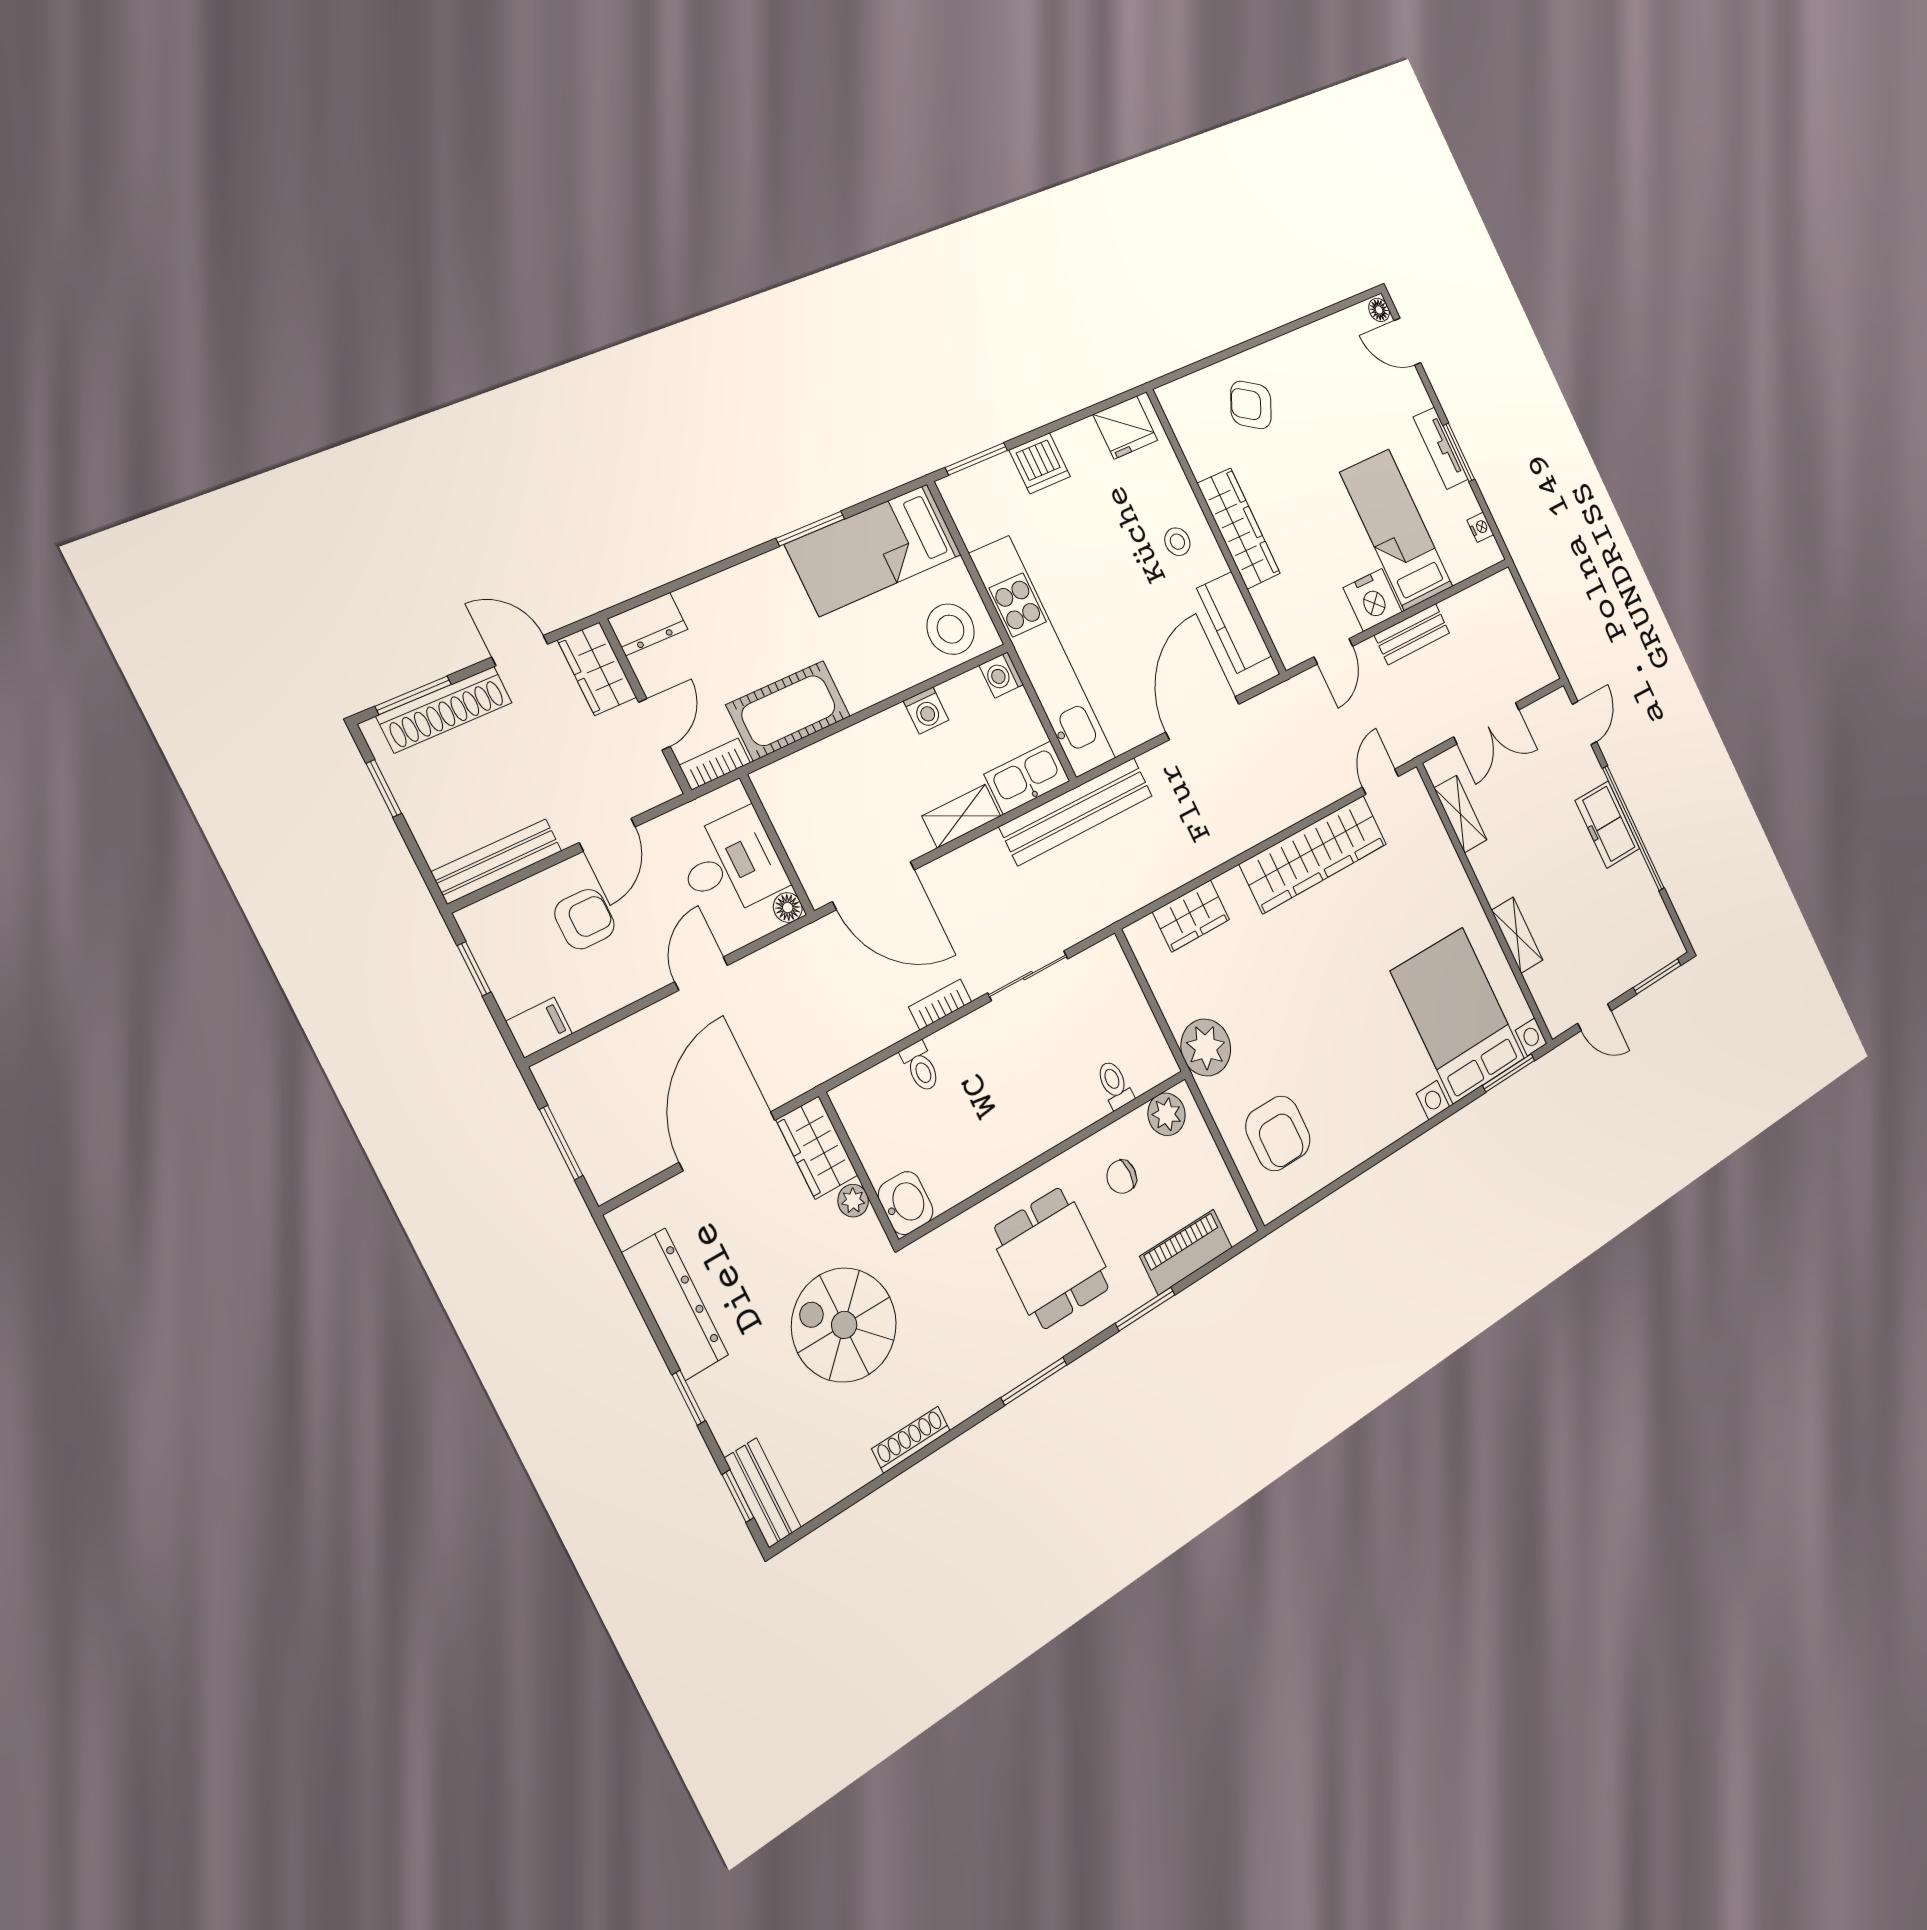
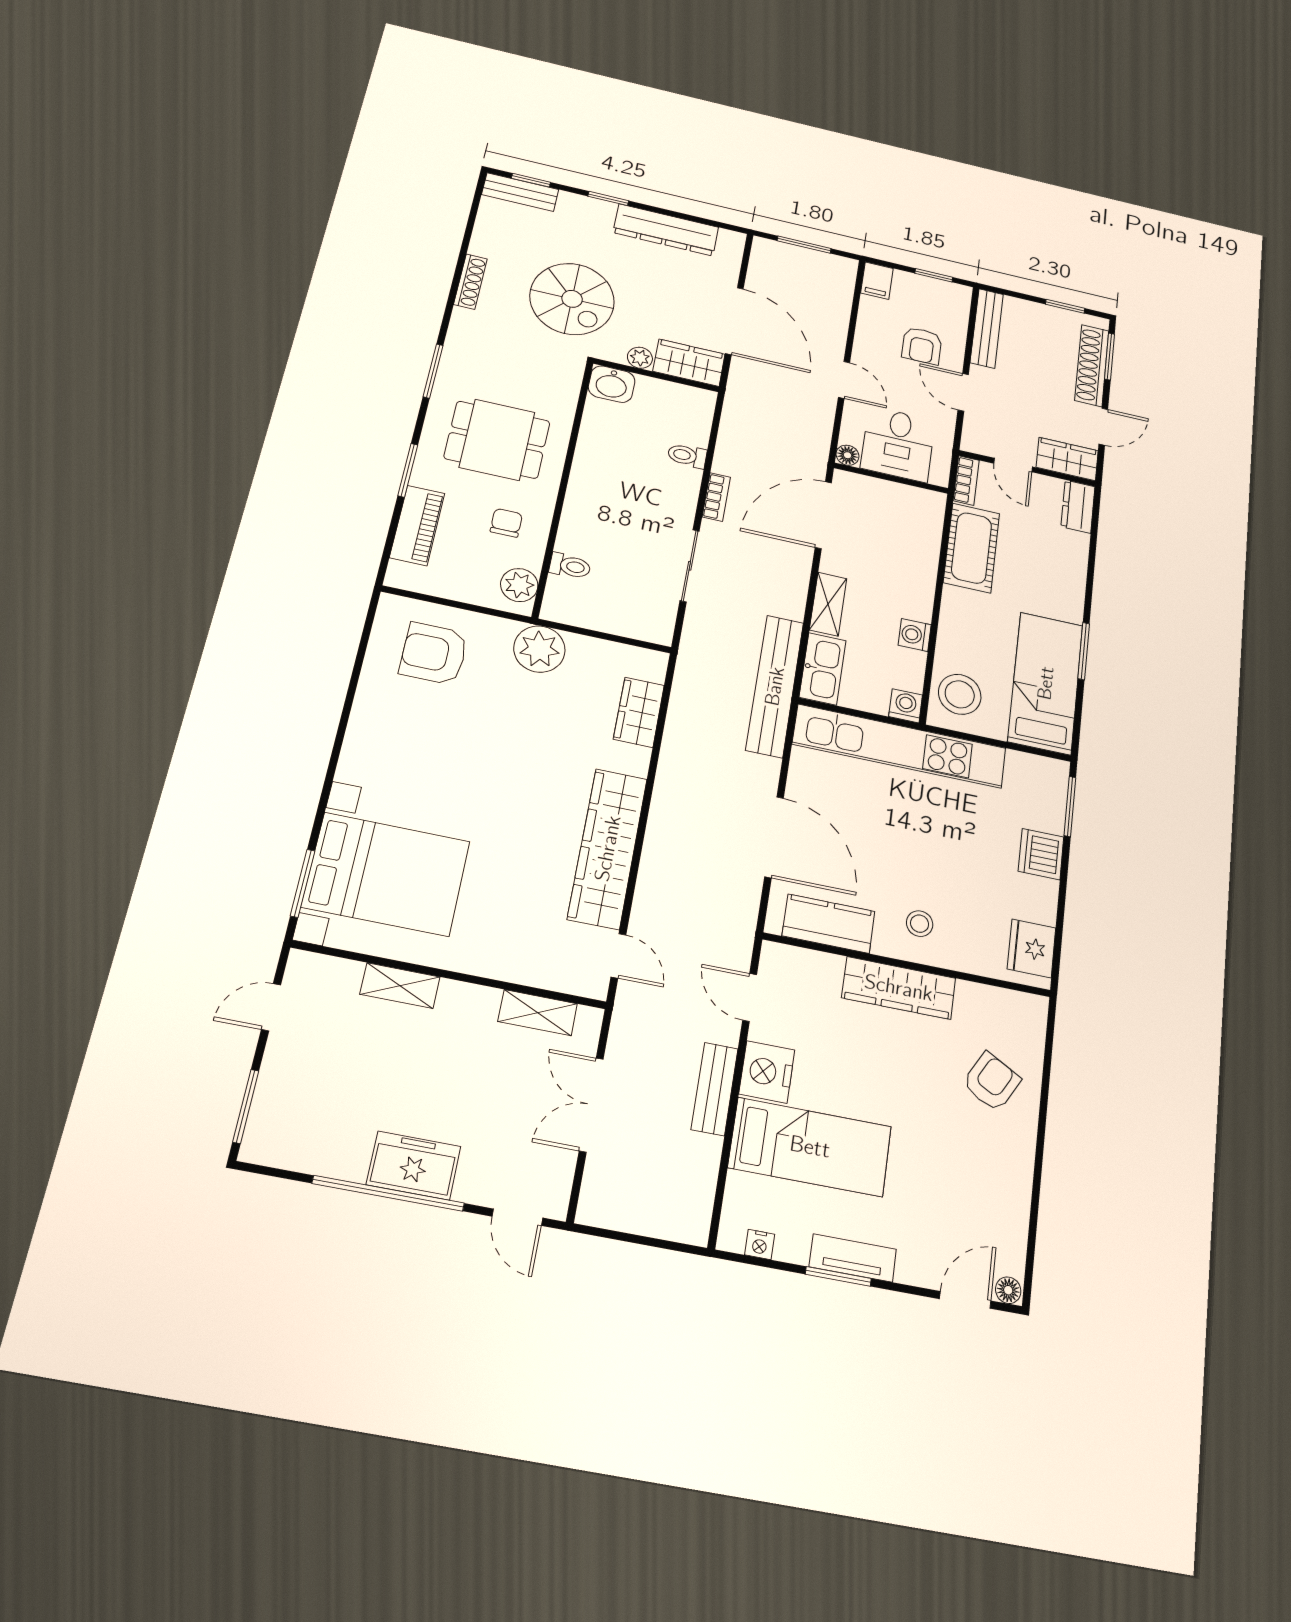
spiral stairs: (844, 1325) -> (572, 299), turned 90

